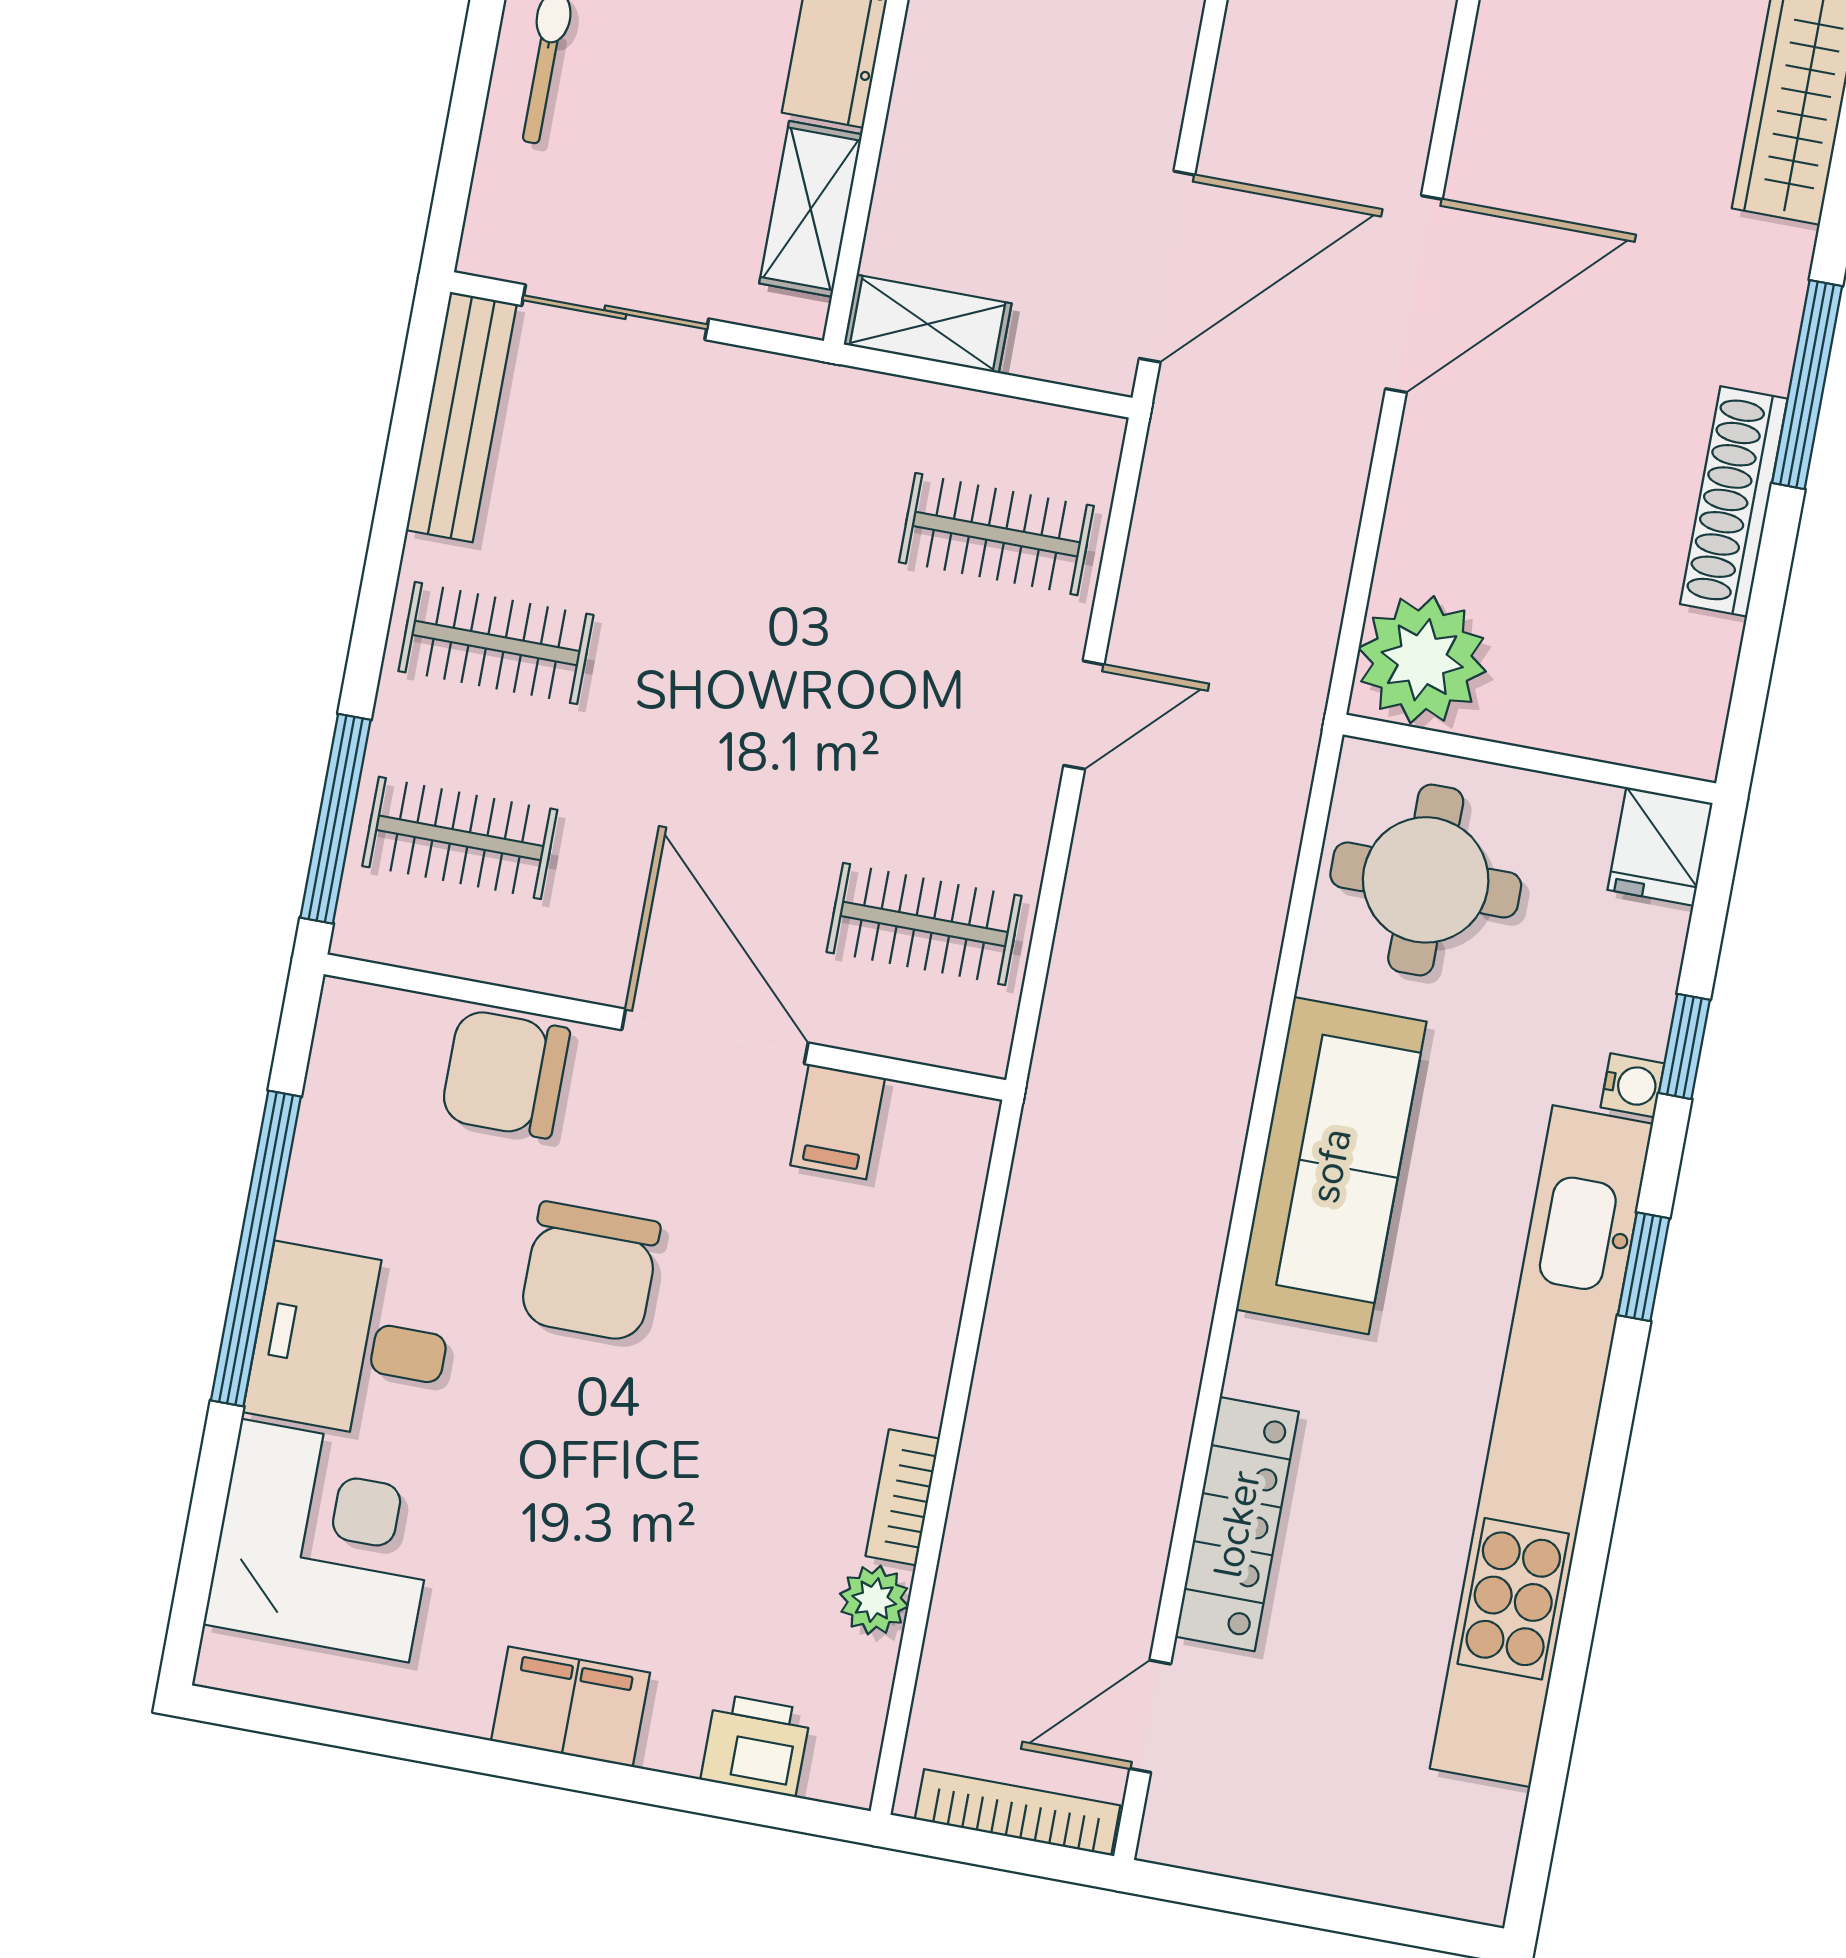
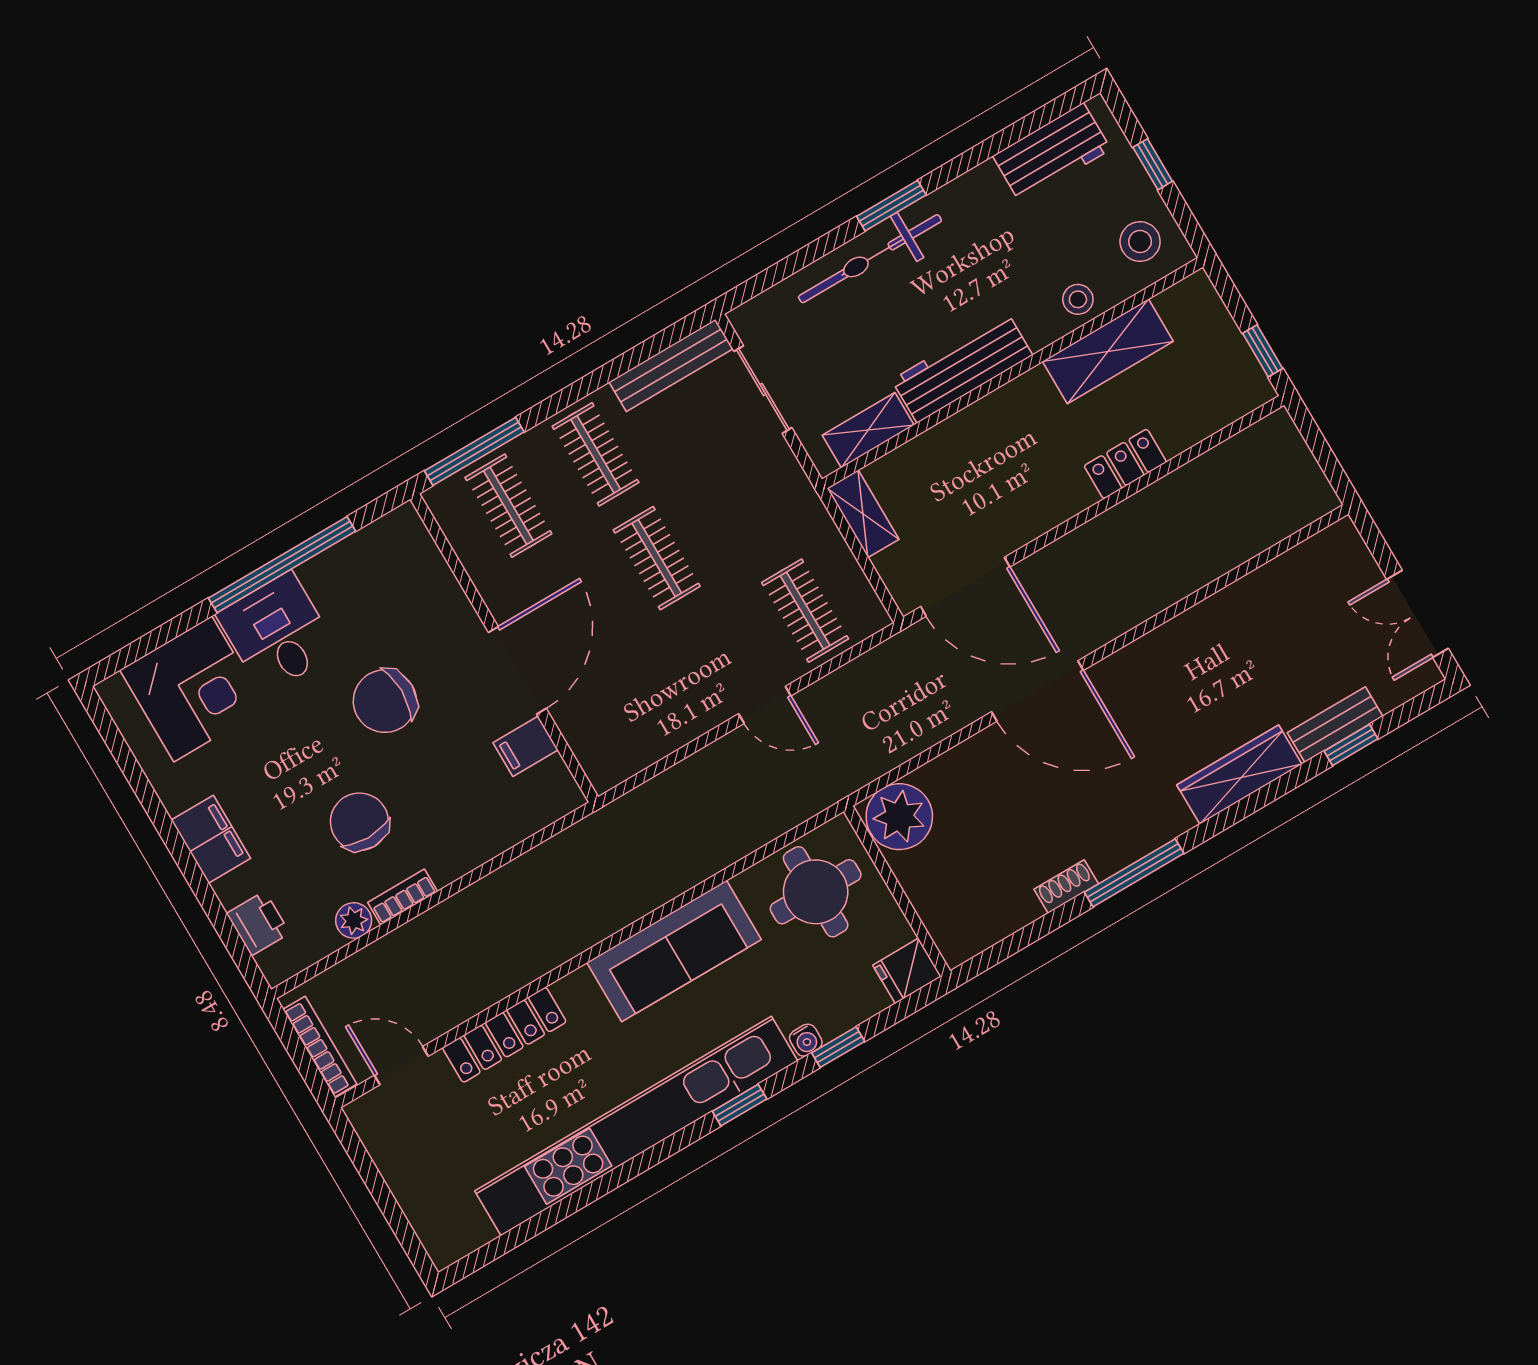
shoe rack: (1734, 501) -> (1066, 887), width x0.51, depth x0.81
clothes rail: (924, 924) -> (657, 558), moved
chair: (505, 1074) -> (359, 822), moved

